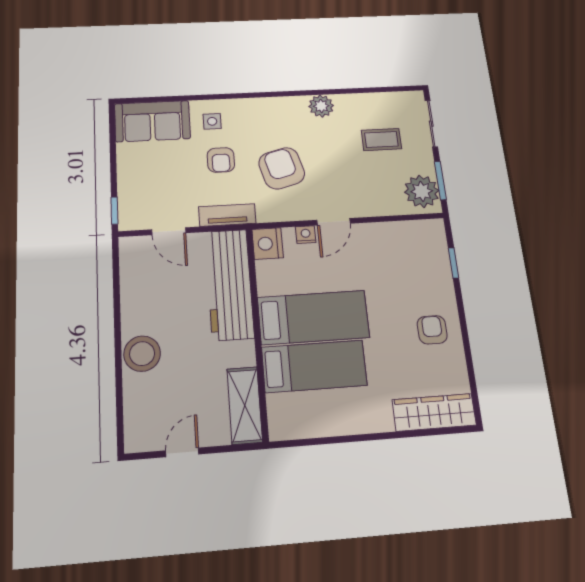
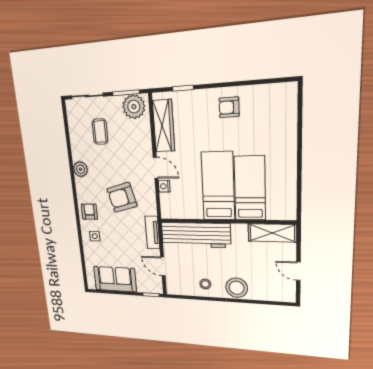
sofa: (152, 121) -> (115, 279), moved, turned -90
armchair: (221, 160) -> (89, 212), moved, turned -90
door: (169, 231) -> (163, 267), swing flipped
nightstand: (268, 244) -> (170, 210), removed
stool: (144, 302) -> (205, 284), added
wardrobe: (434, 412) -> (164, 126), moved, turned 180

